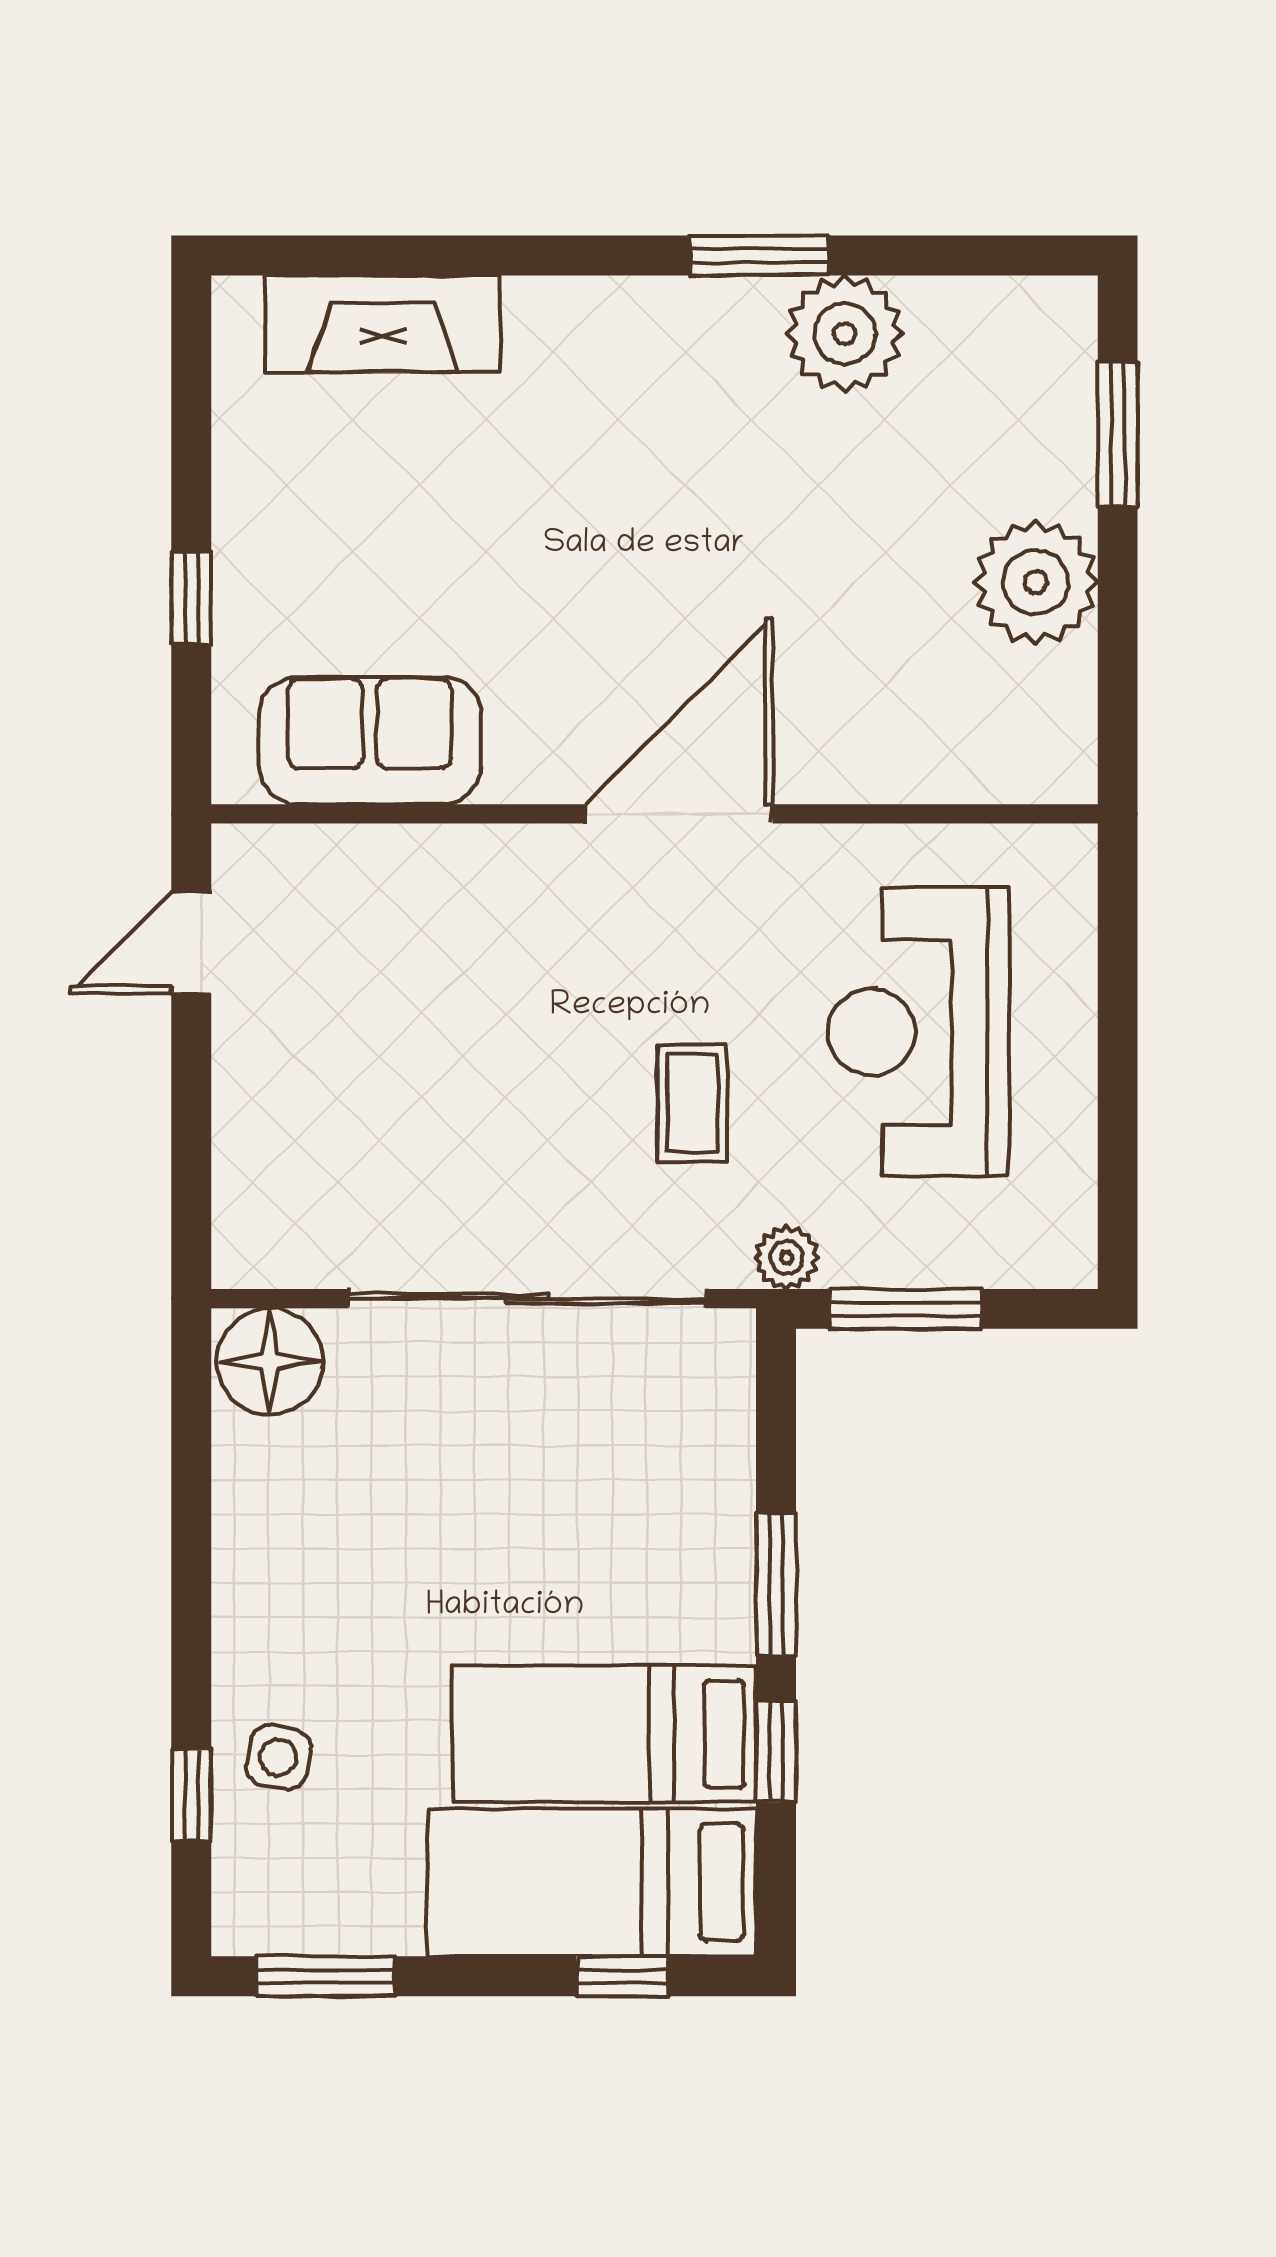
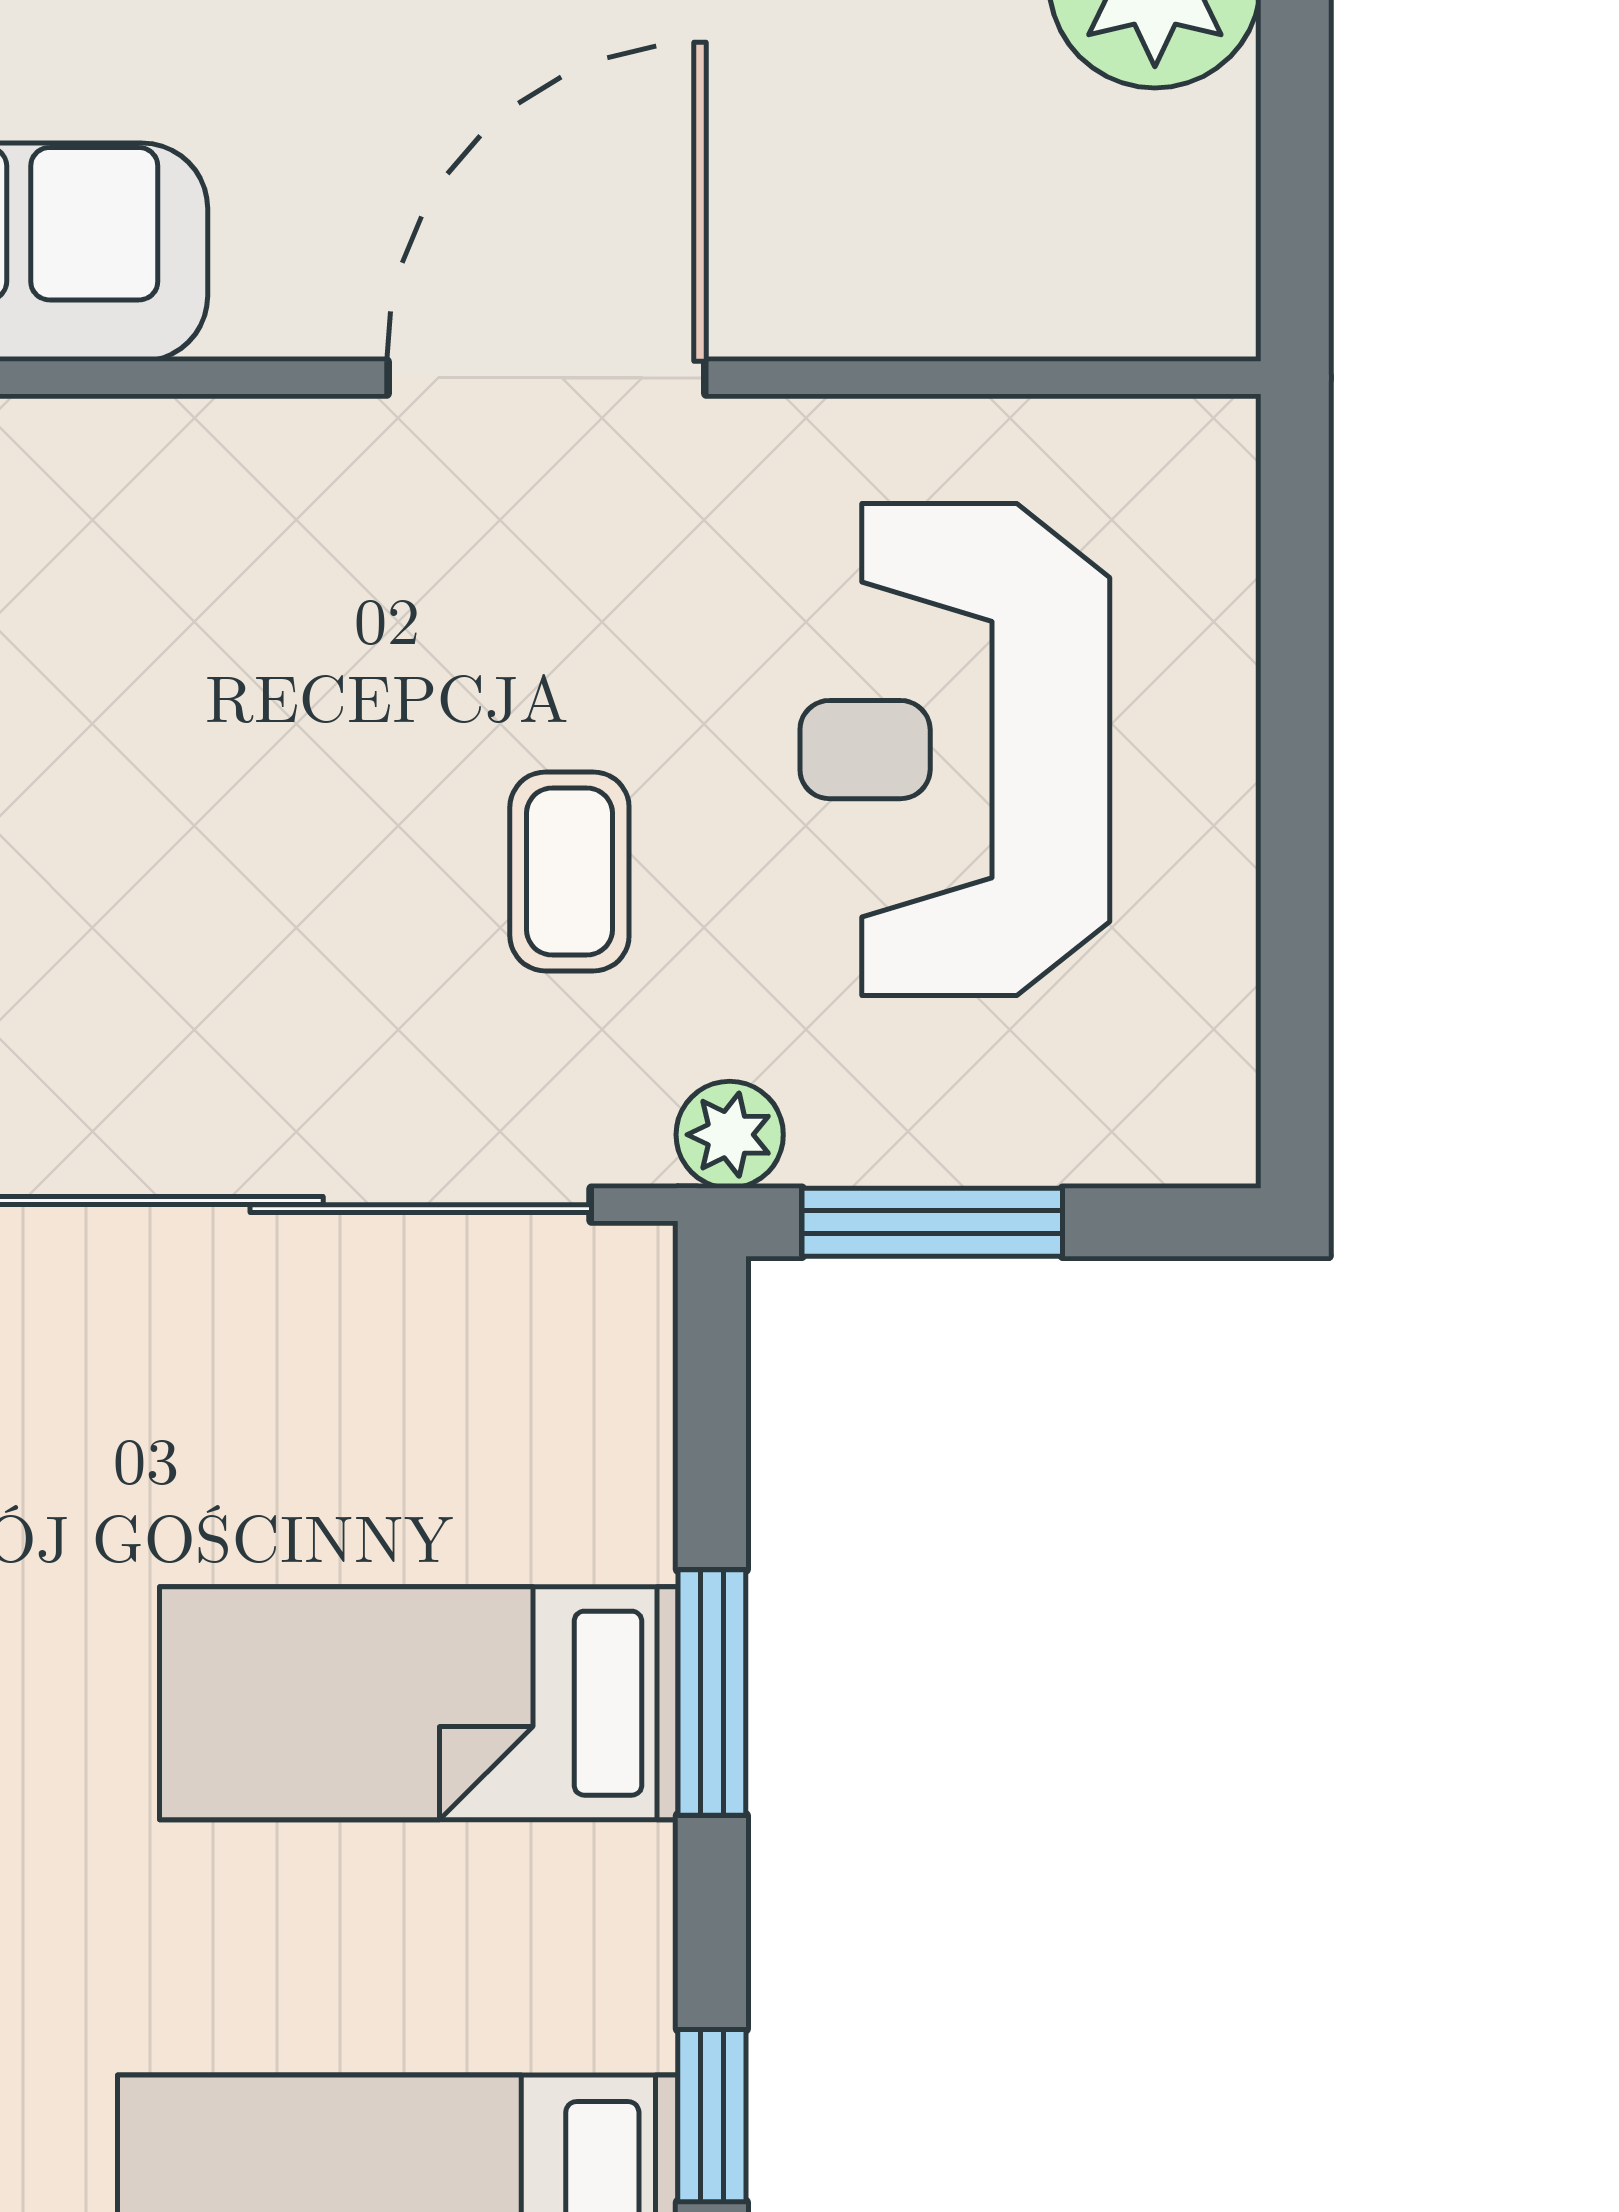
bed: (604, 1734) -> (419, 1703), moved
window: (776, 1751) -> (712, 2116), moved

